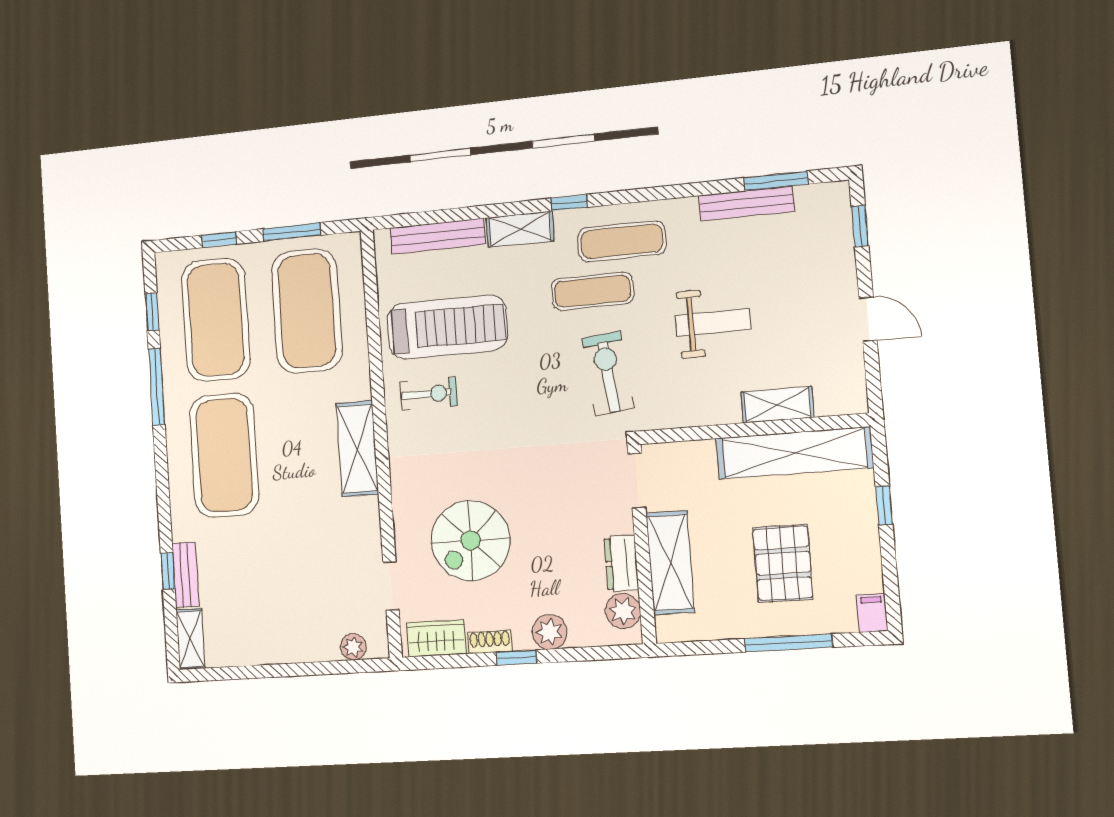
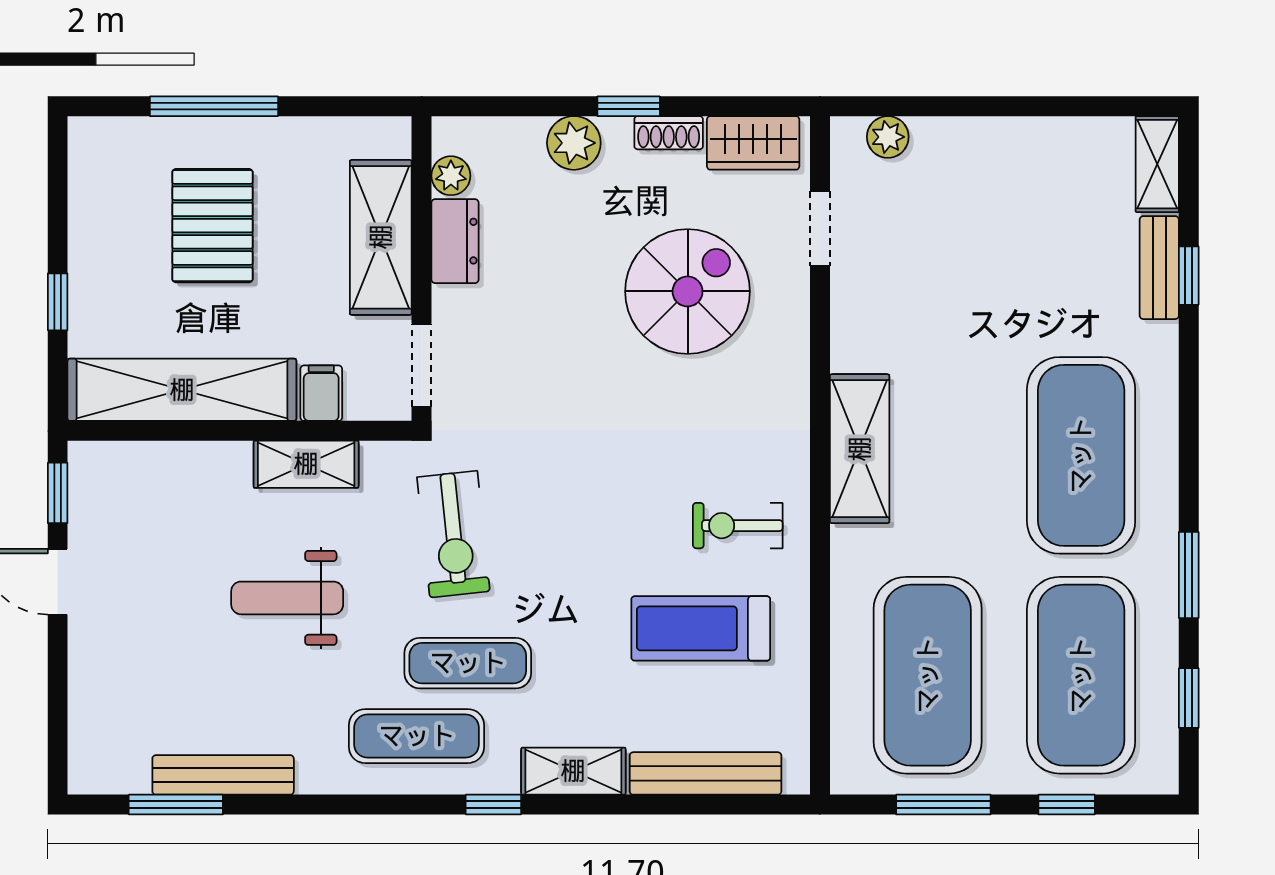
window: (860, 226) -> (58, 493), moved
treadmill: (447, 327) -> (701, 628), width x0.73, depth x0.73
window: (157, 387) -> (1189, 575), width x0.69
shelving: (777, 405) -> (306, 464), moved
plant: (623, 611) -> (451, 176), width x0.73, depth x0.73
filing cabinet: (872, 613) -> (321, 393), moved, turned 180

